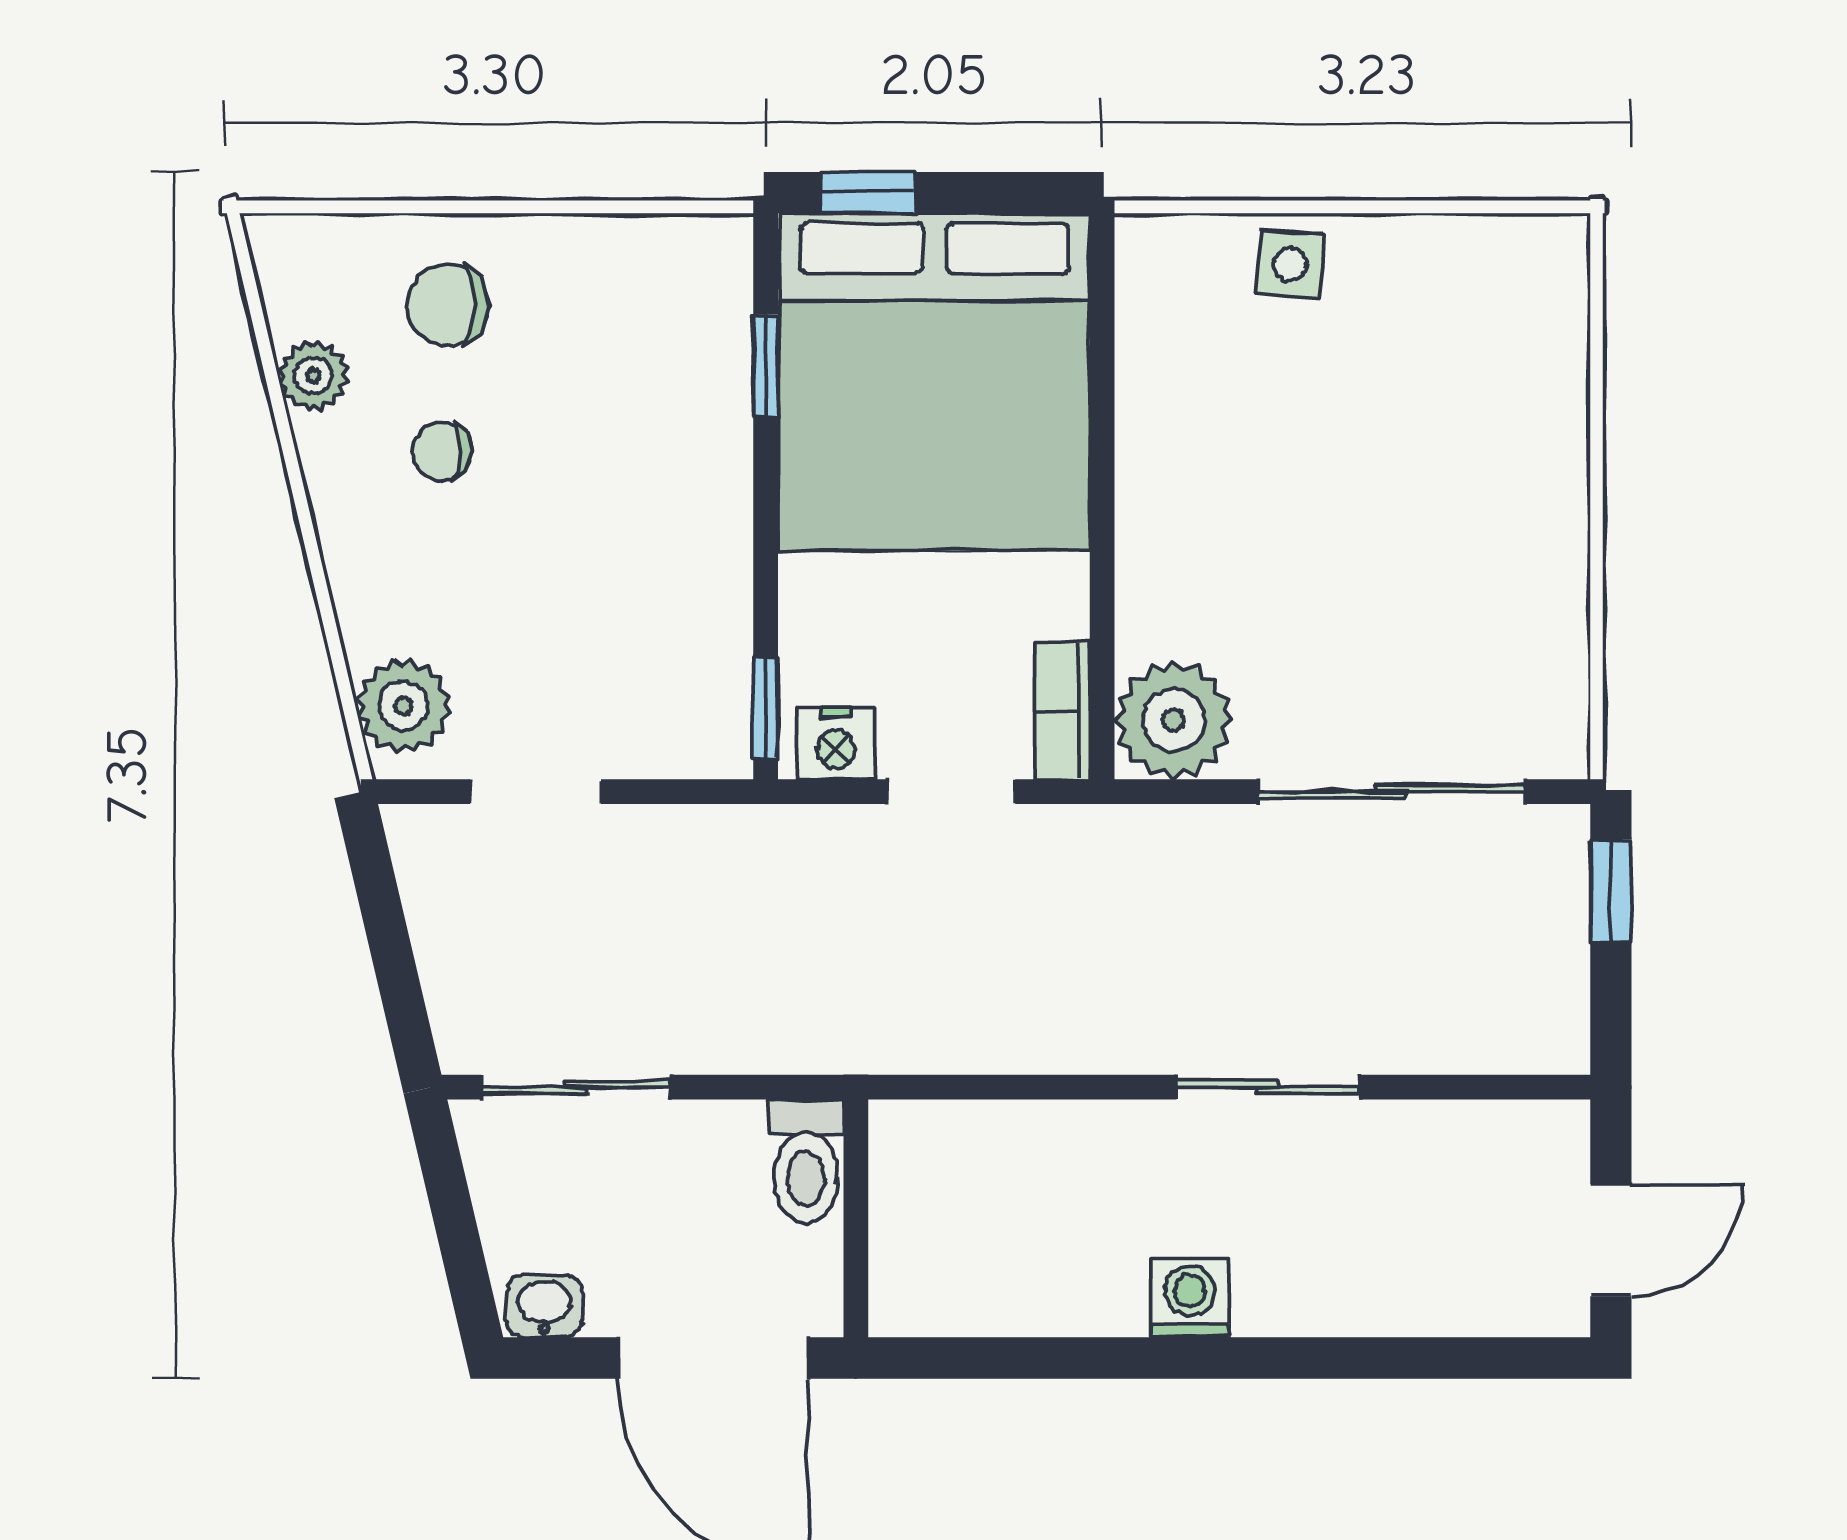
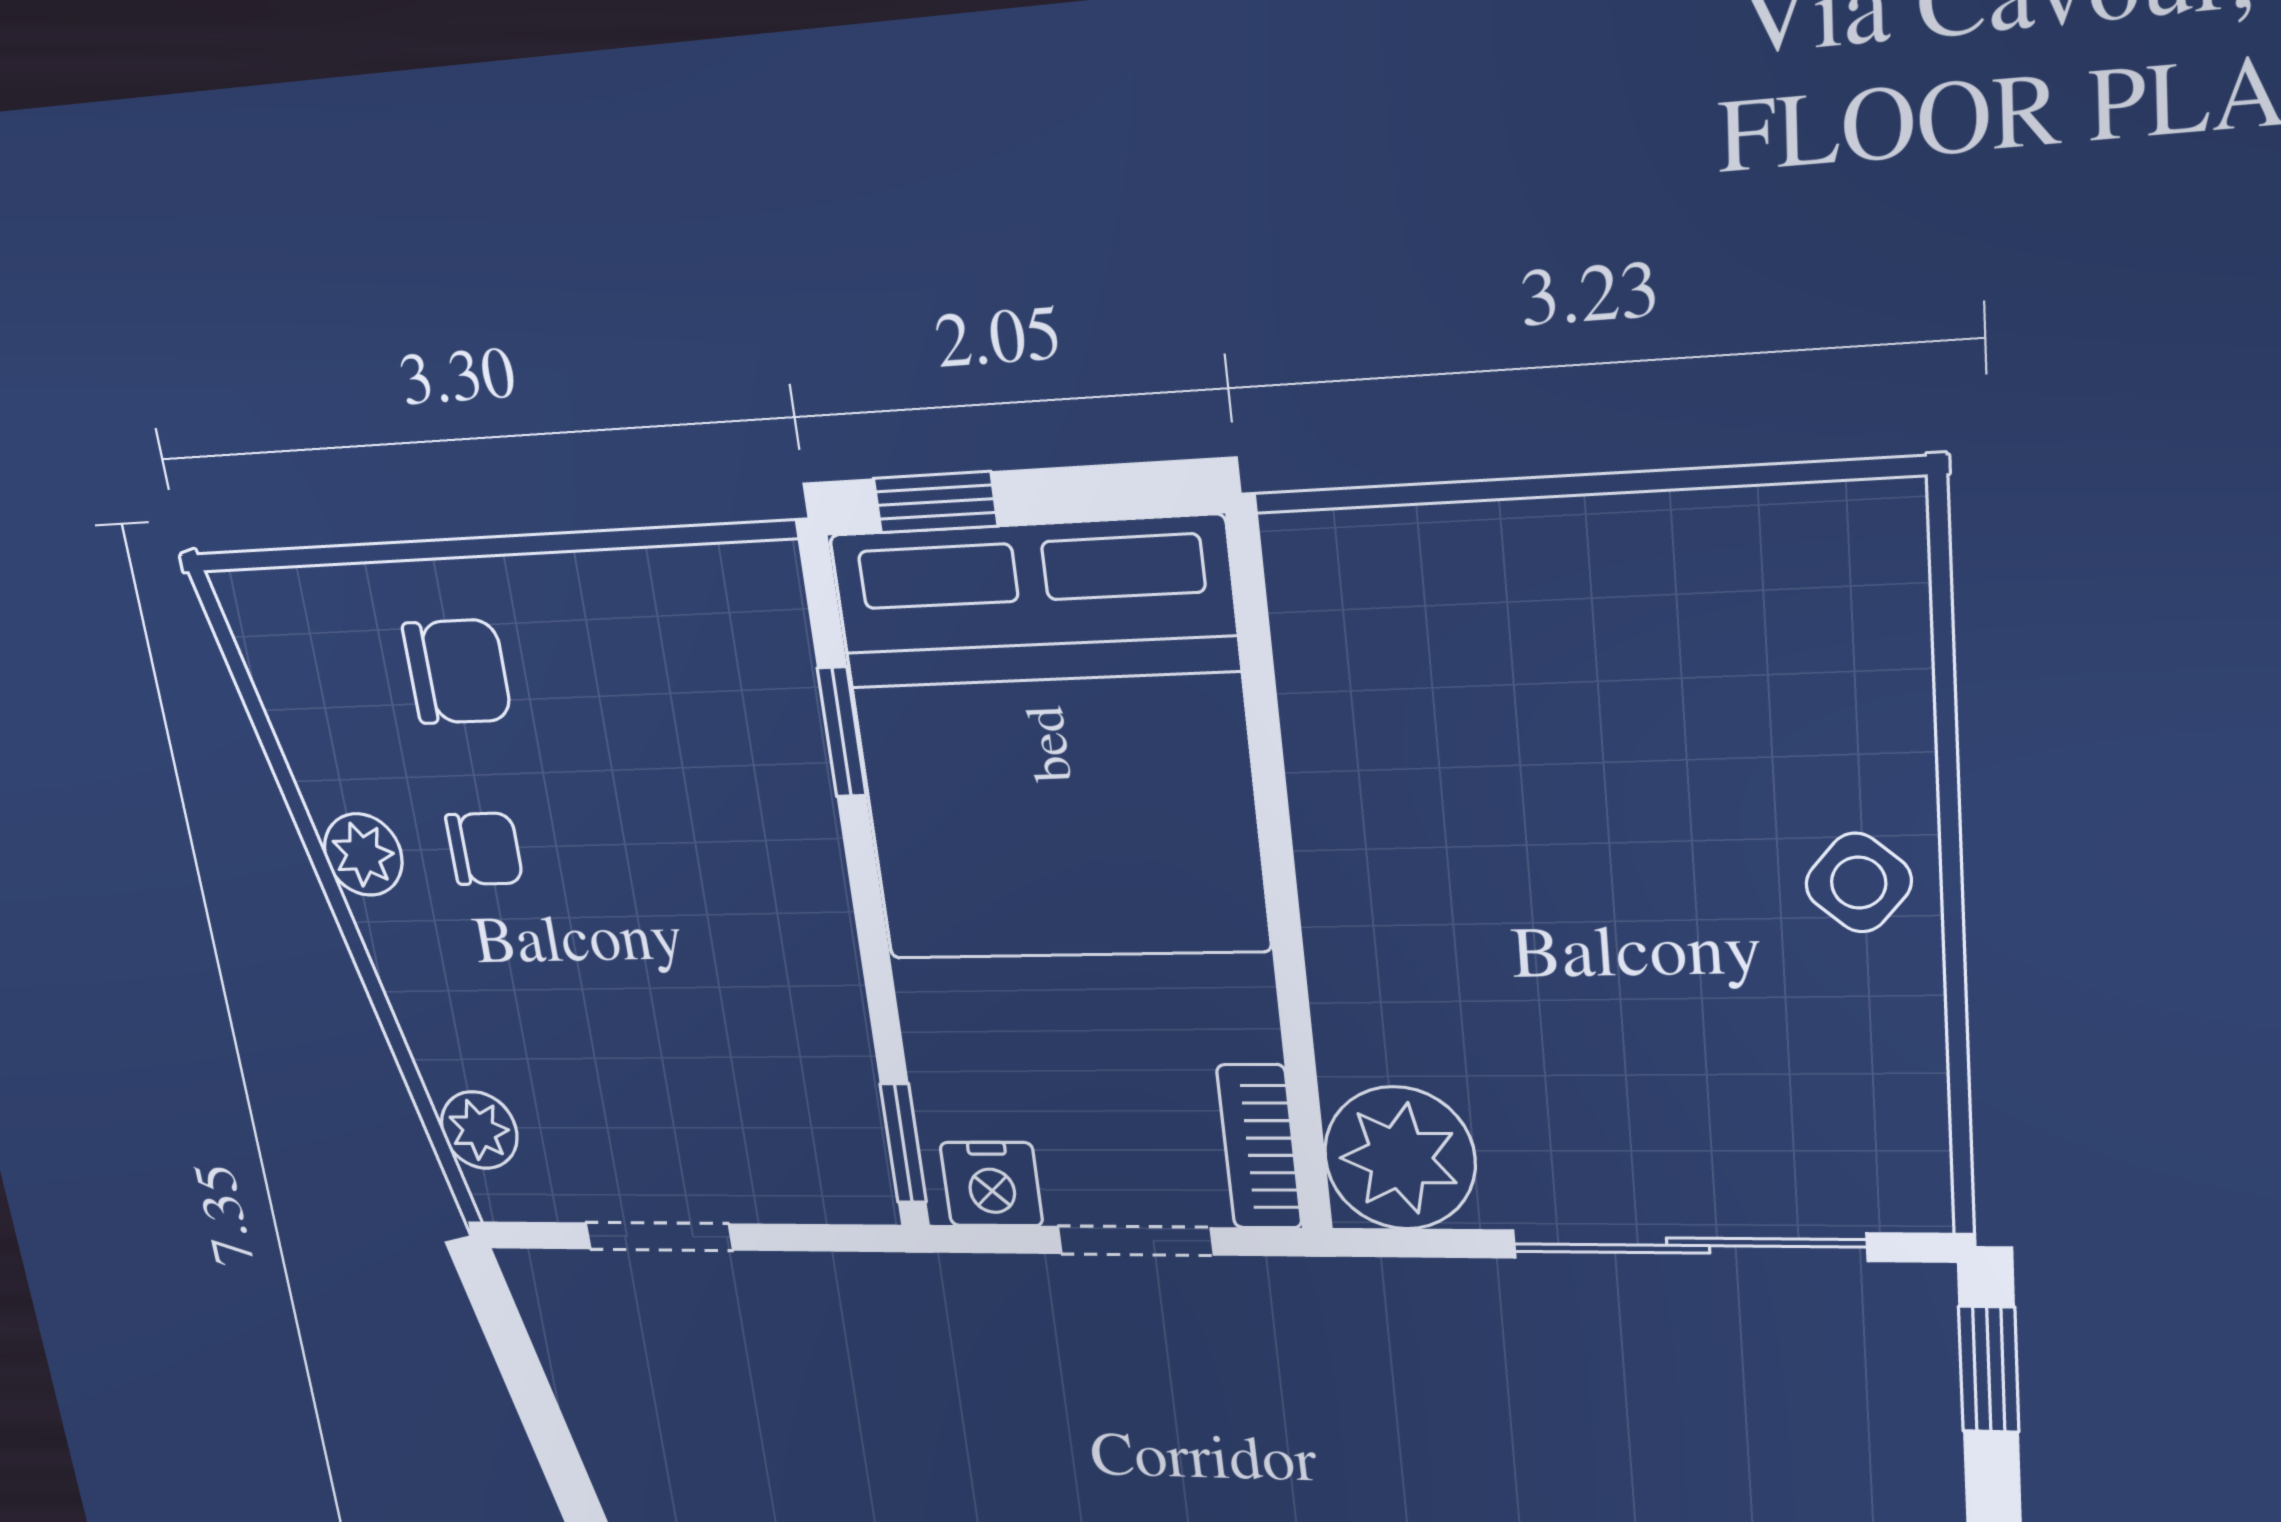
side table: (1290, 264) -> (1859, 883), moved, turned 36
chair: (447, 305) -> (457, 672), turned 180
plant: (313, 376) -> (363, 855), moved
chair: (442, 452) -> (484, 849), turned 180
plant: (404, 706) -> (479, 1130), width x0.73, depth x0.73

